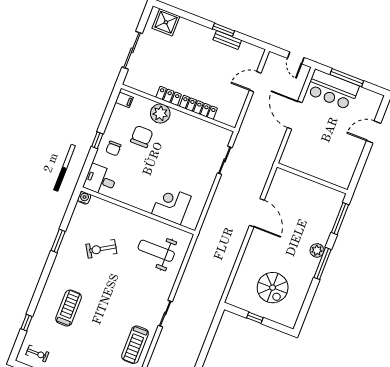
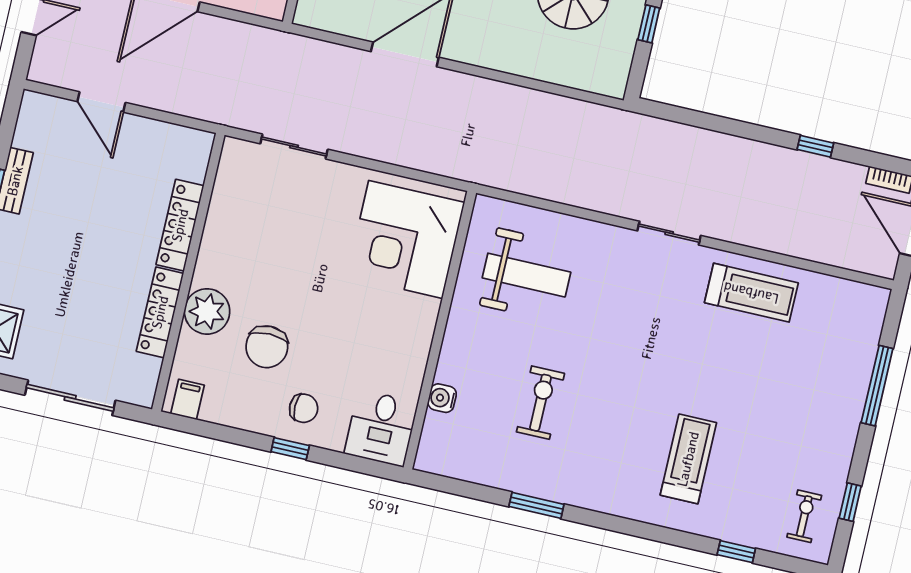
locker: (169, 96) -> (160, 312), width x1.53
chair: (142, 137) -> (267, 347), turned -90
water cooler: (84, 198) -> (442, 398), moved
corner desk: (171, 205) -> (406, 239), width x1.36, depth x1.36
exercise bike: (101, 249) -> (540, 403), turned -149
weight bench: (156, 251) -> (526, 275), turned -90
treadmill: (69, 308) -> (688, 459), turned 90

